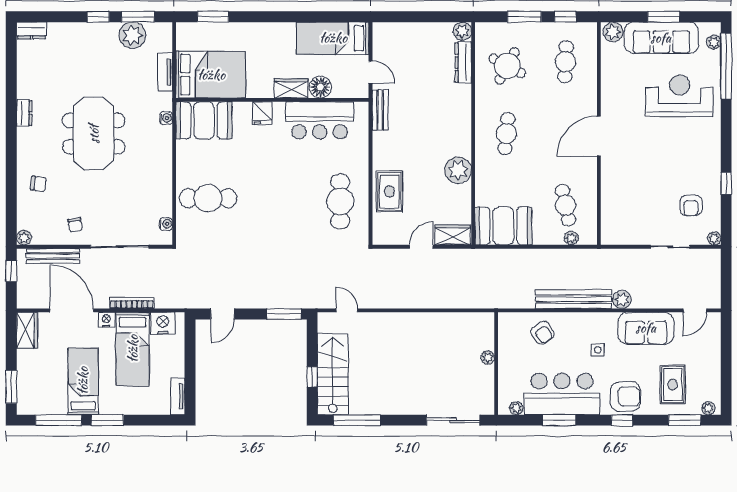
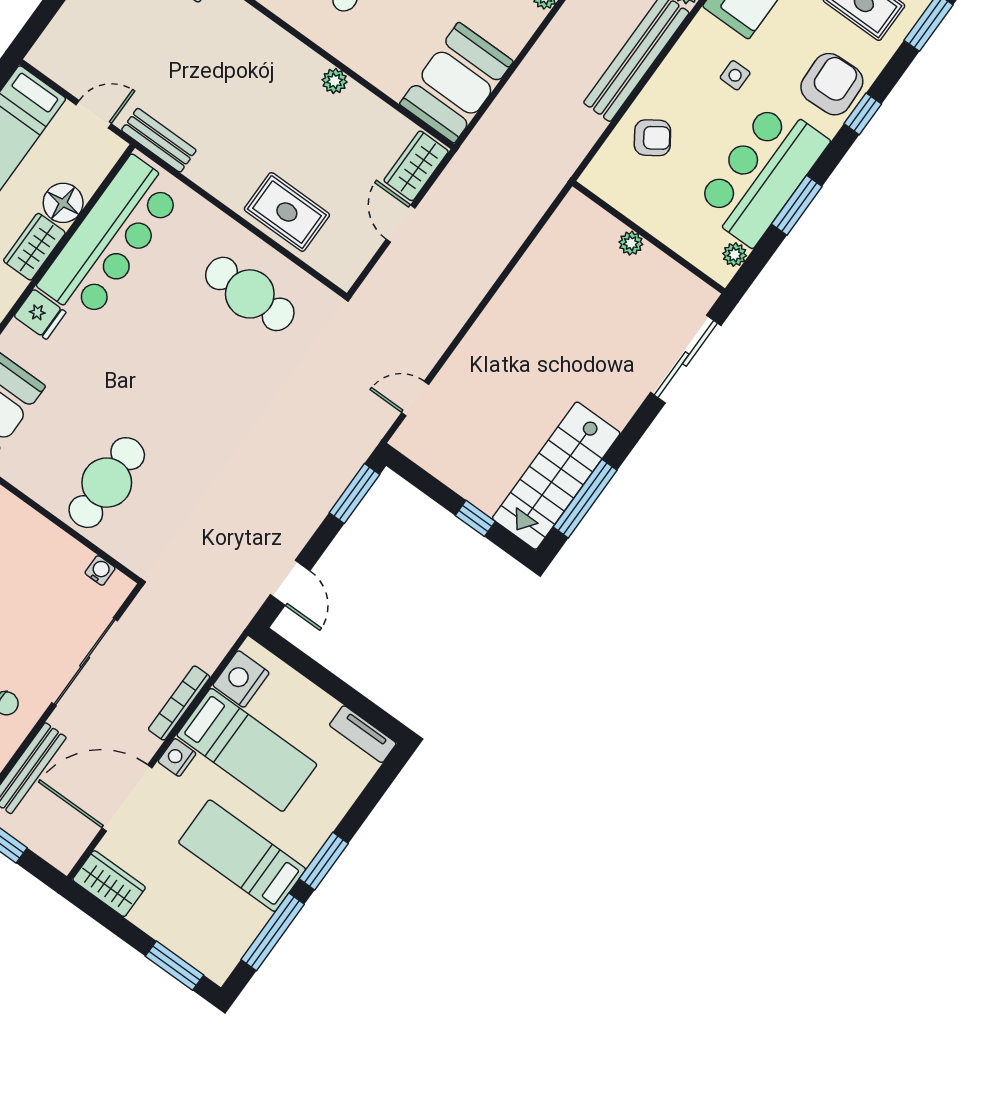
bar counter: (320, 120) -> (111, 239), width x1.36
plant: (458, 170) -> (335, 81), width x0.53, depth x0.53
stairs: (333, 374) -> (556, 476), moved, turned -90

